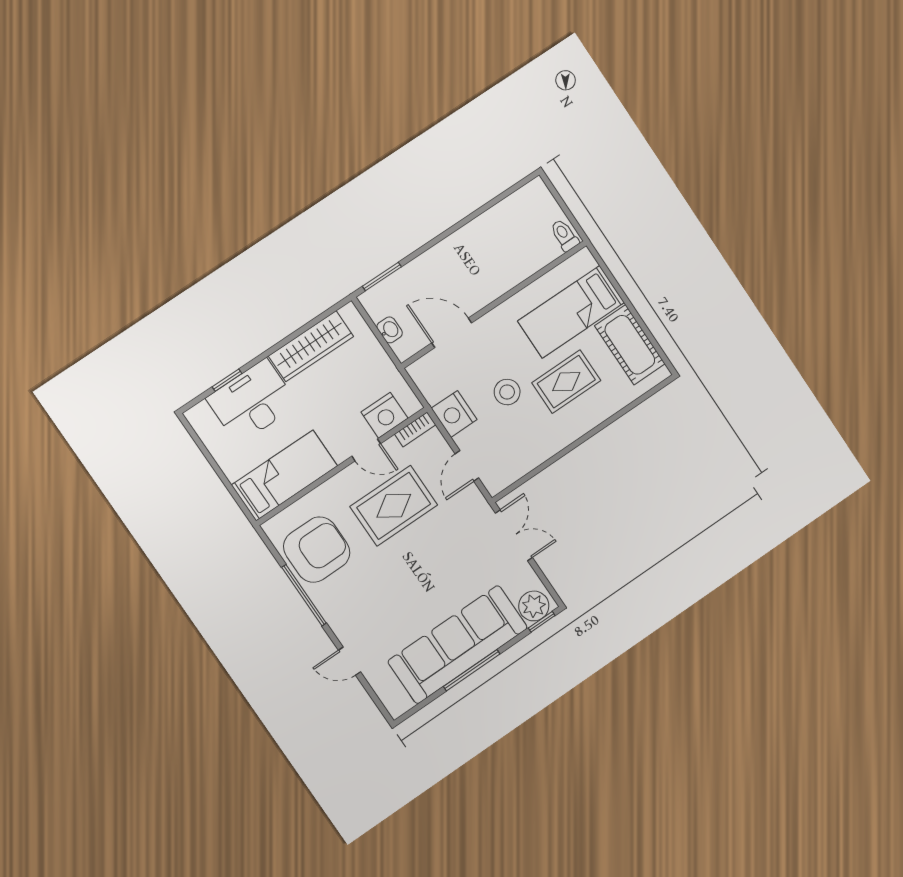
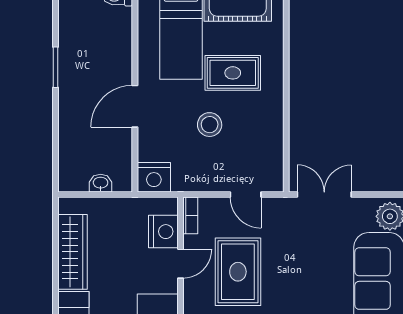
window: (382, 277) -> (56, 67), moved
door: (452, 333) -> (135, 106), moved
rug: (566, 382) -> (233, 73), turned 90
nightstand: (454, 414) -> (154, 177), moved

